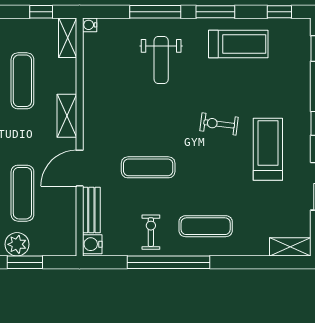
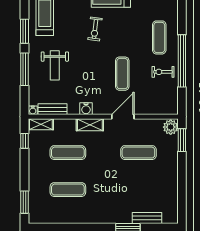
weight bench: (161, 60) -> (55, 65), turned 90
door: (80, 168) -> (123, 117), swing flipped
bench: (91, 210) -> (53, 109), moved
plant: (17, 244) -> (171, 127), moved
water cooler: (92, 244) -> (86, 109), moved
window: (25, 262) -> (182, 140), moved

